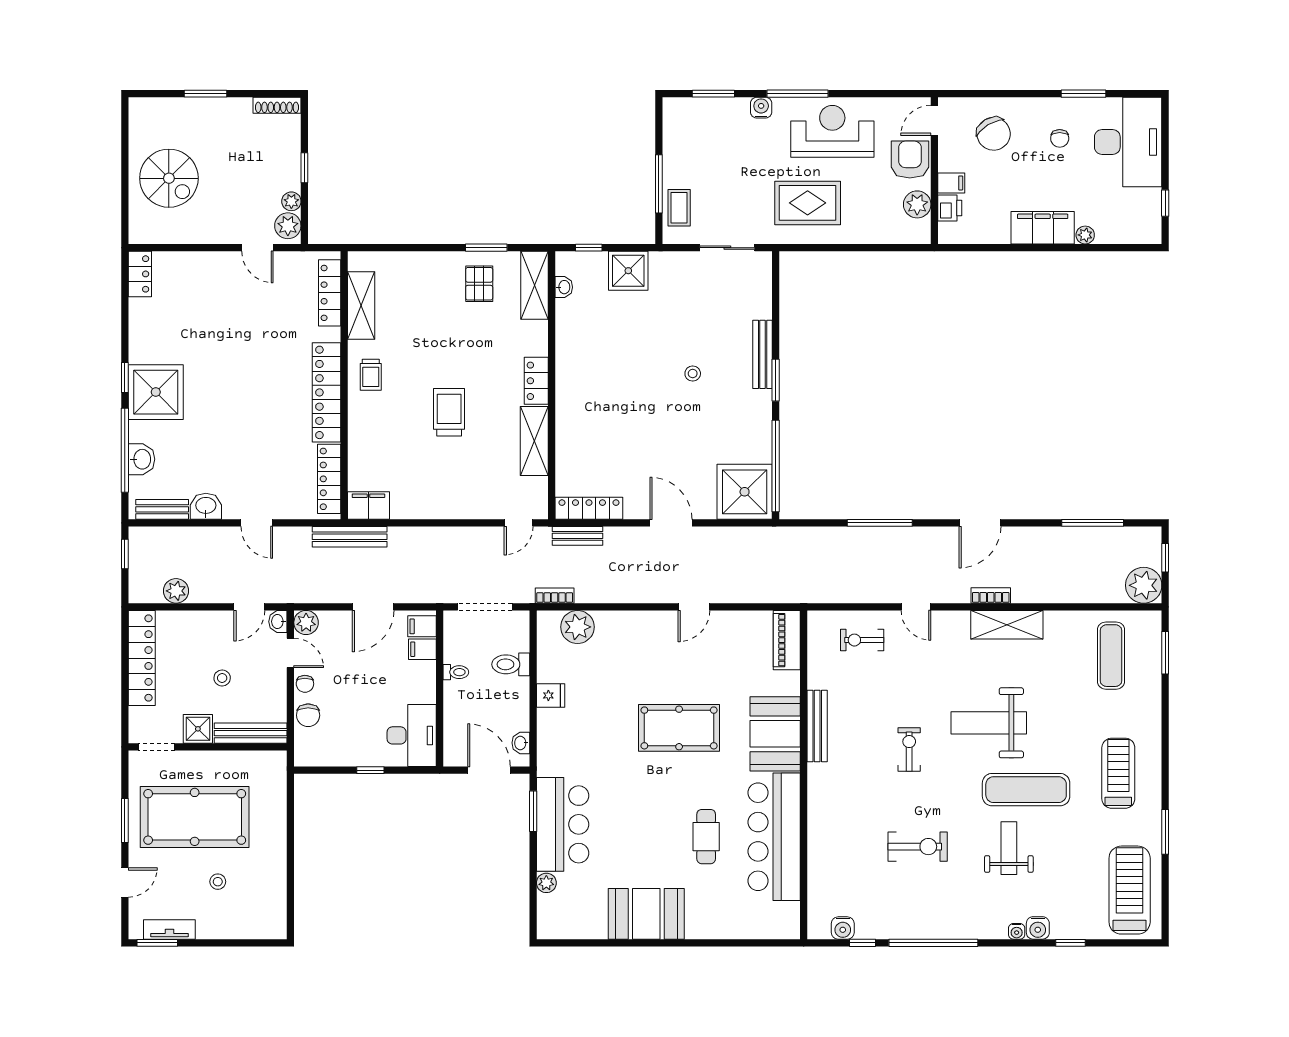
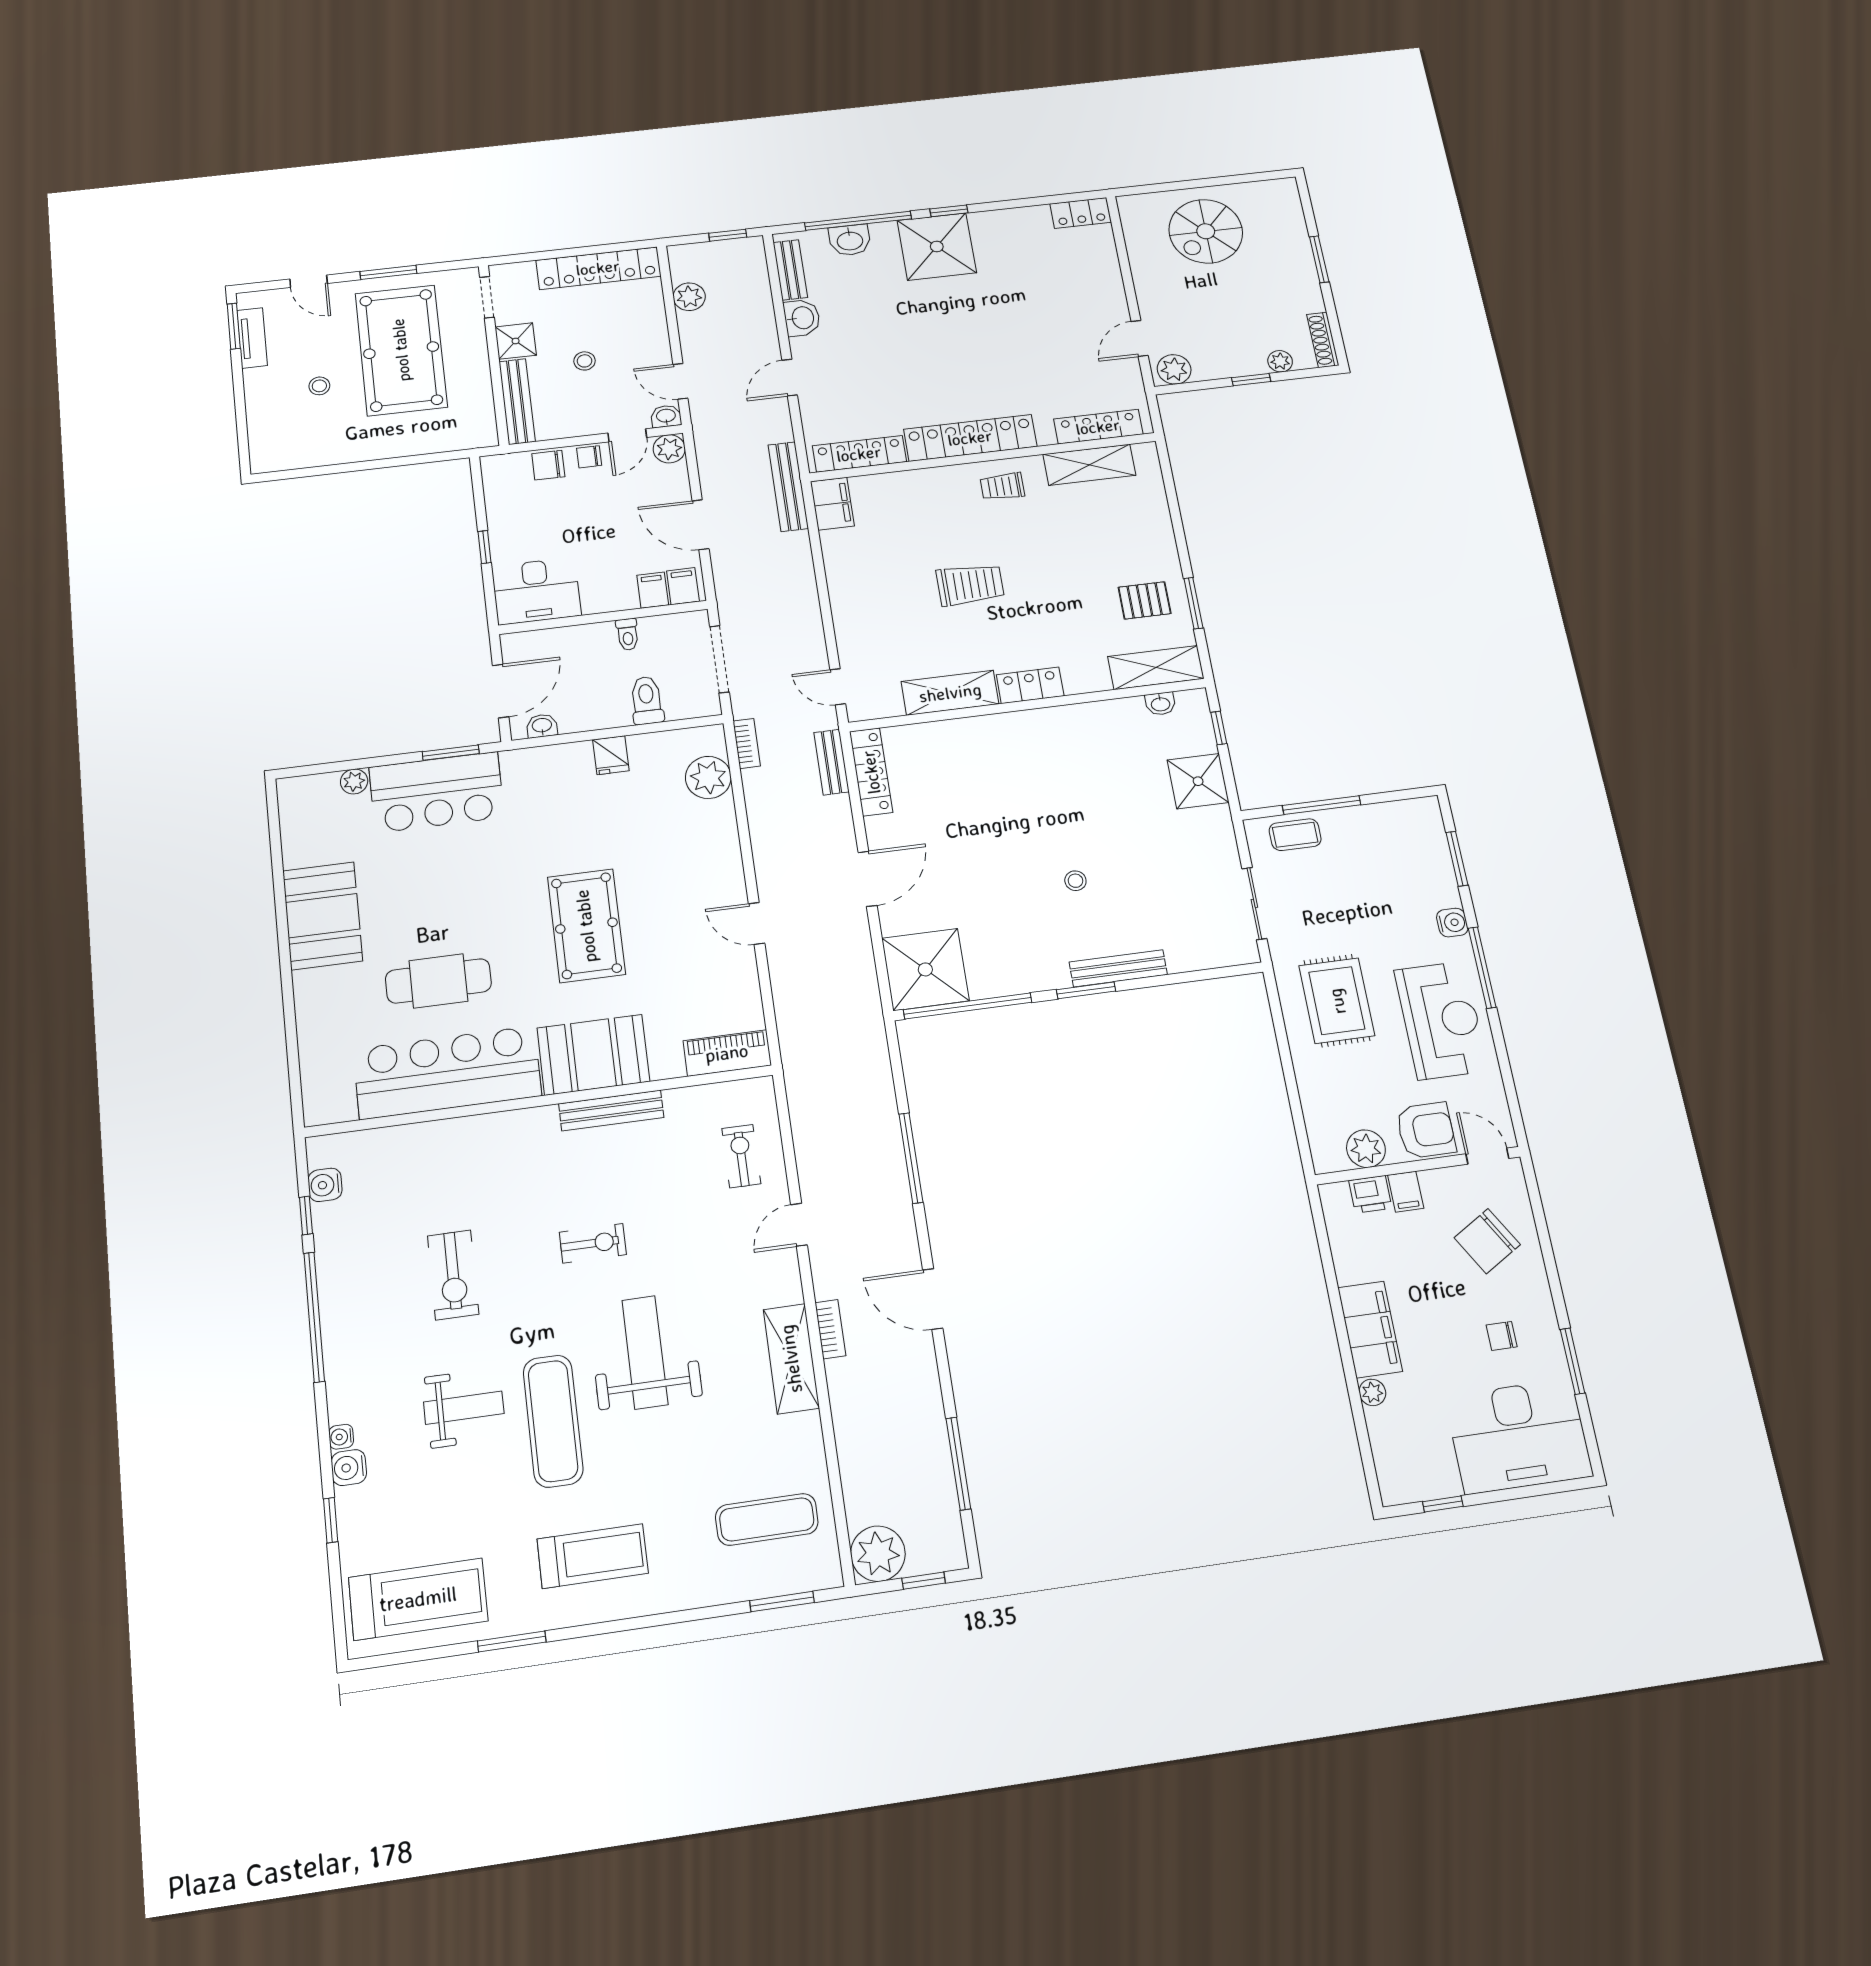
plant: (291, 201) -> (1280, 361), moved
cafe table: (706, 837) -> (438, 981), width x1.37, depth x1.35

